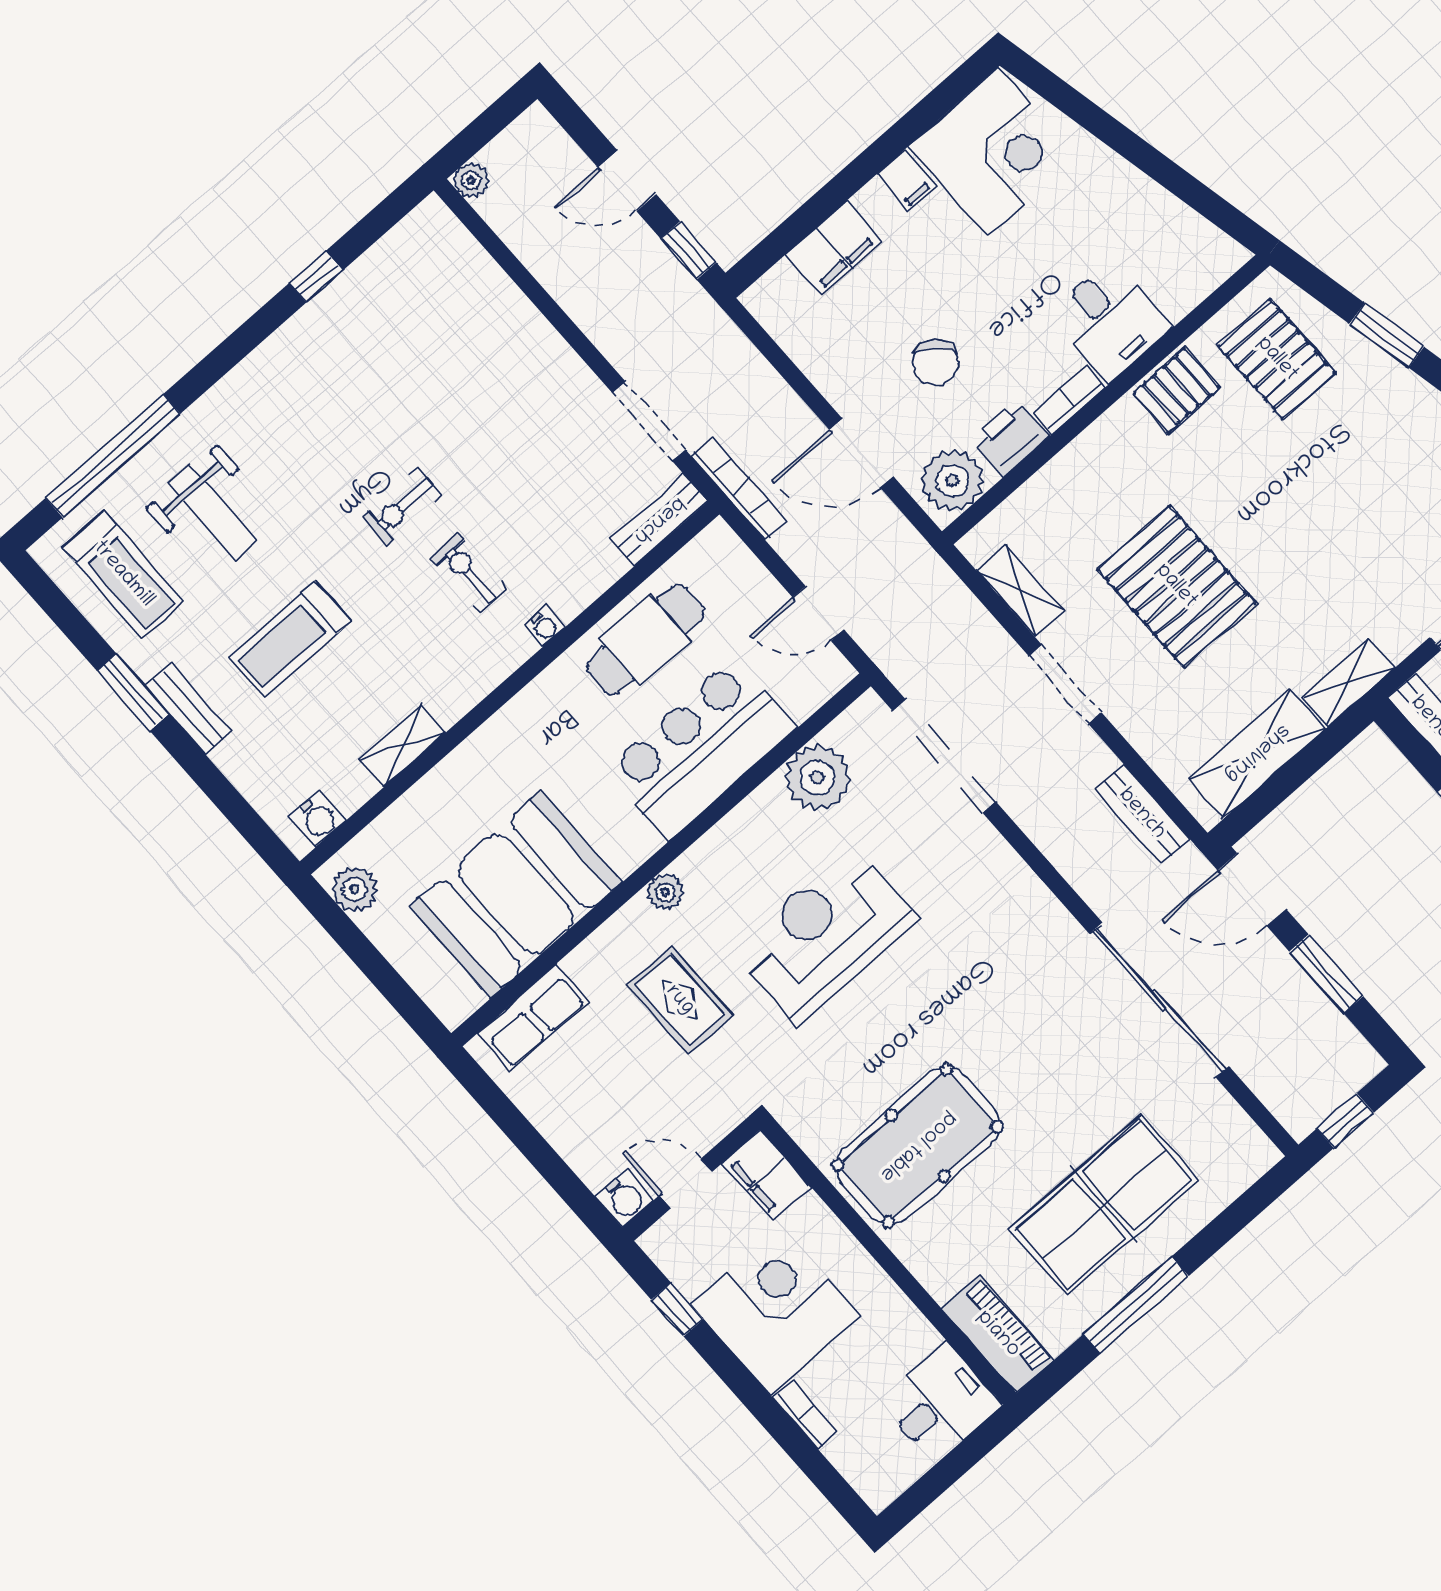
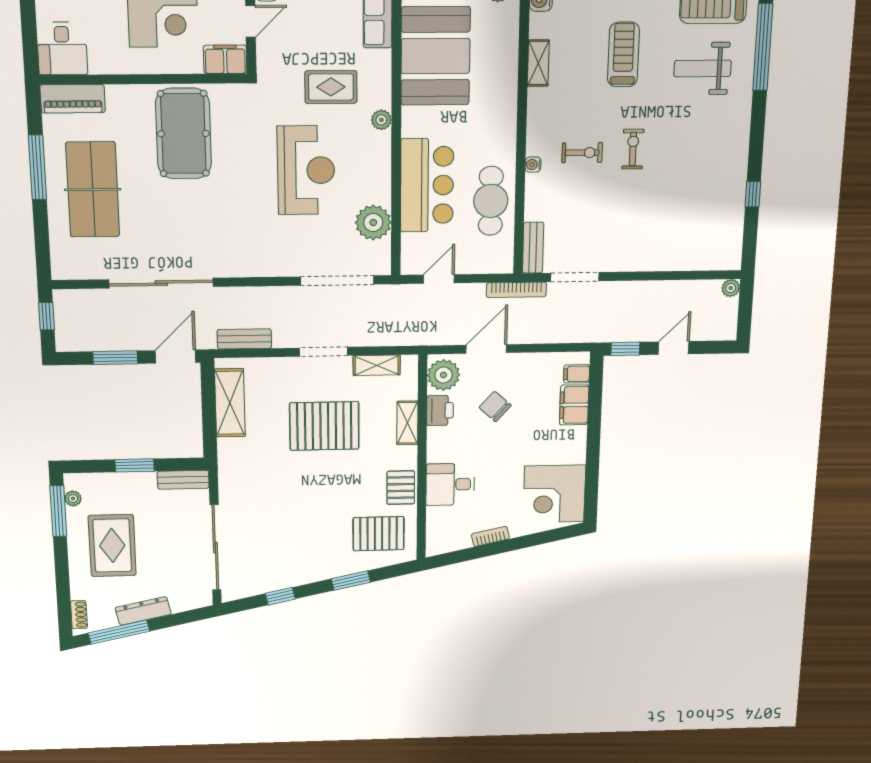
filing cabinet: (906, 181) -> (577, 374), moved
bookcase: (1069, 400) -> (490, 536), moved, turned -102
shelving: (1348, 682) -> (407, 423), moved

